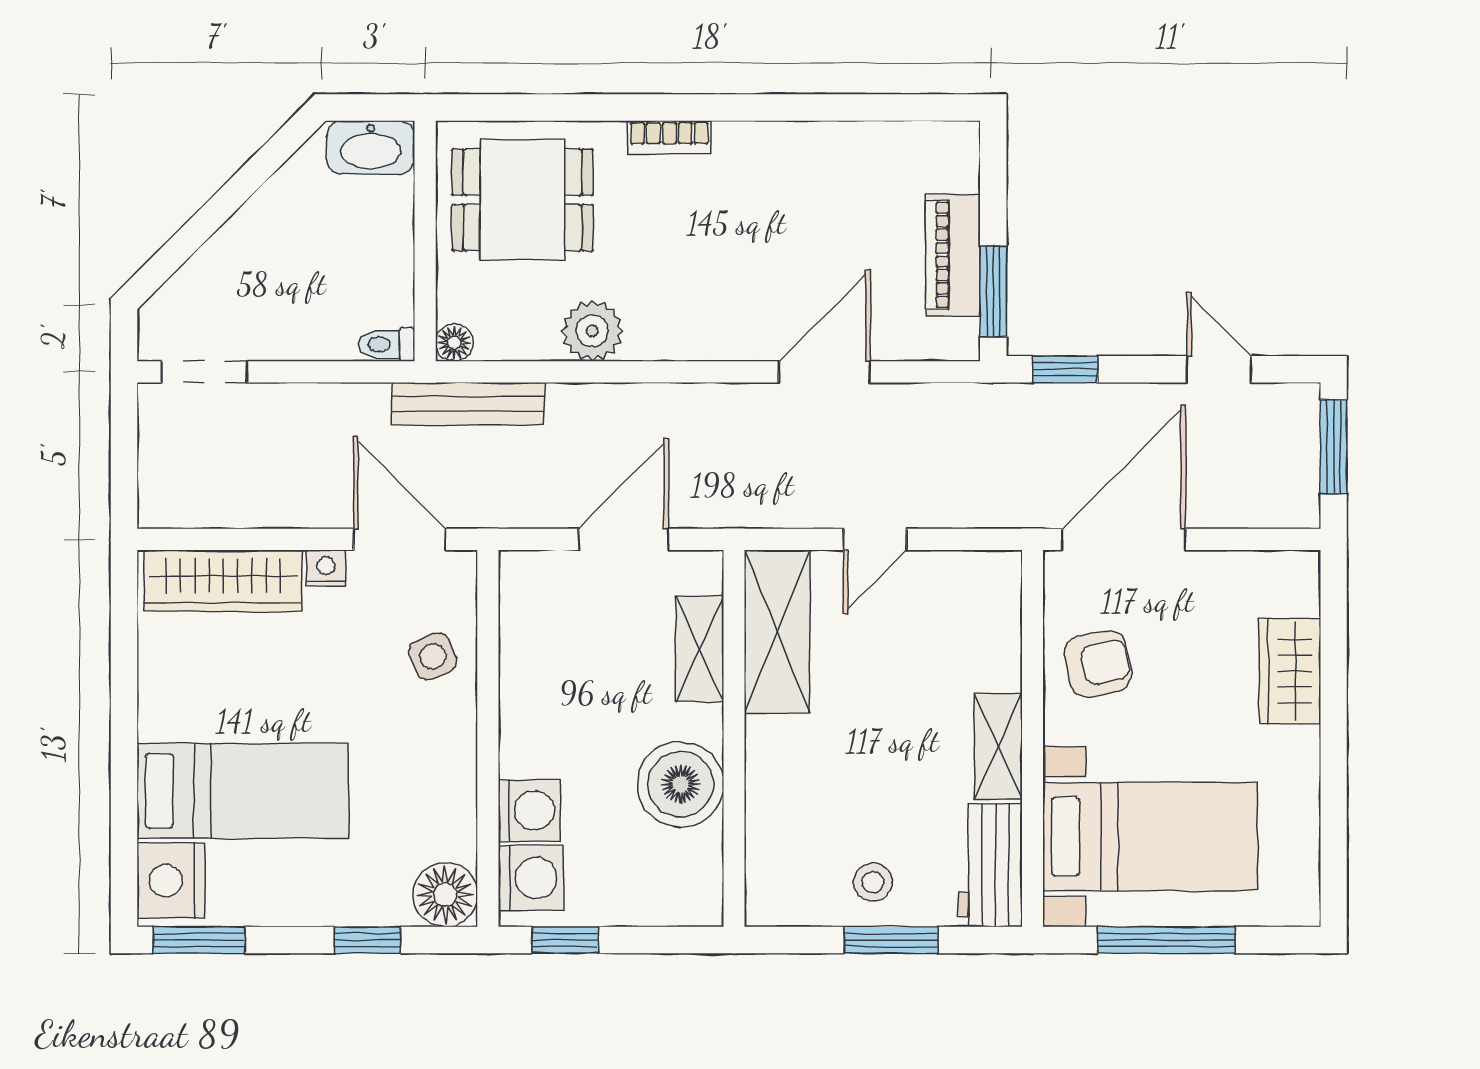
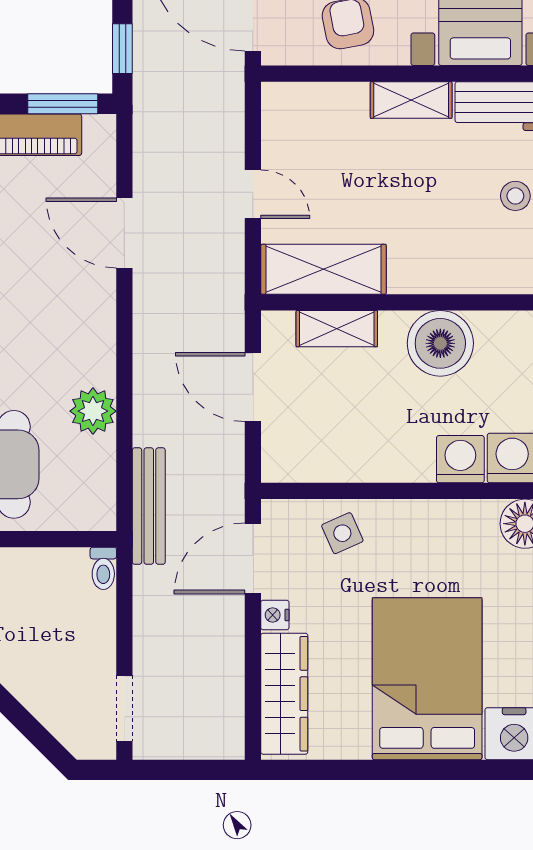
floor lamp: (454, 343) -> (102, 517), removed
bed: (243, 791) -> (427, 679), width x1.50

